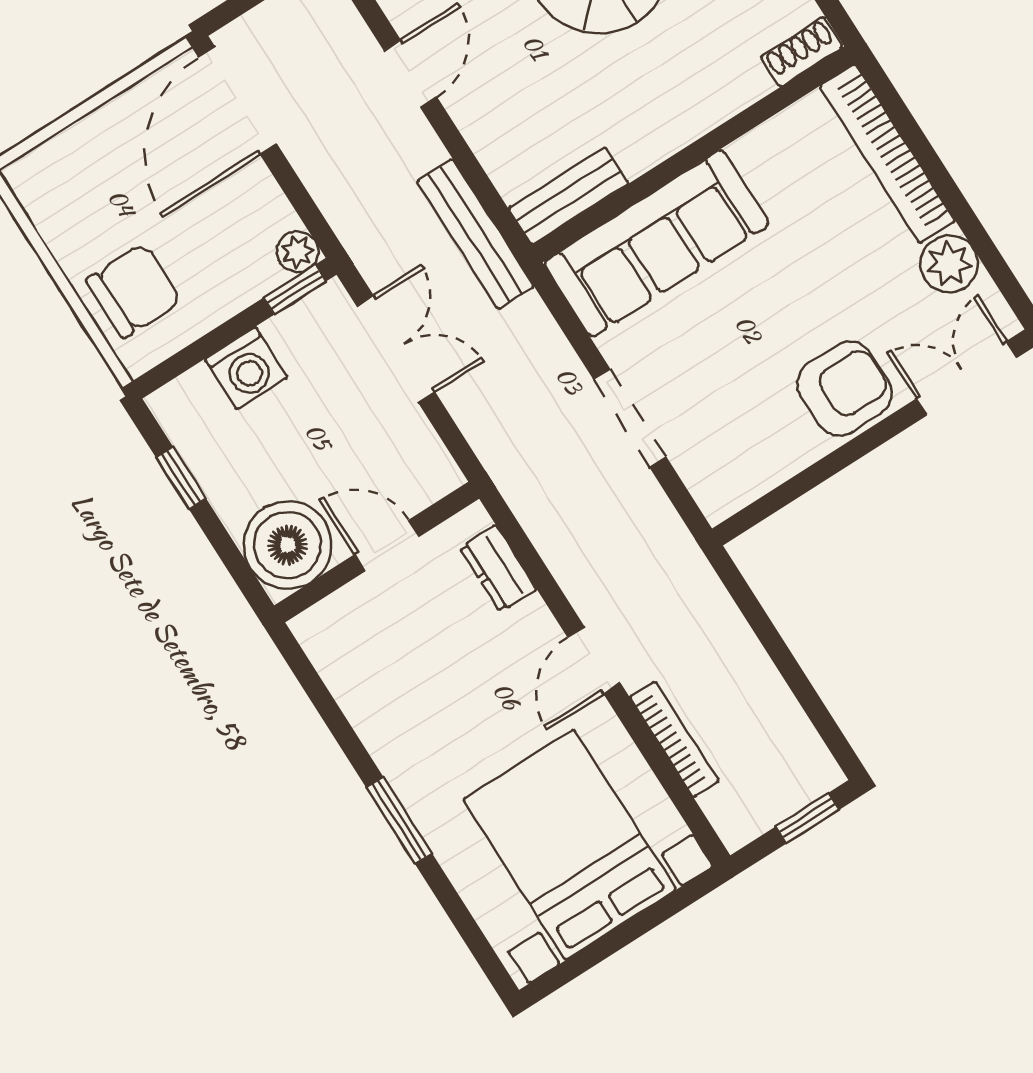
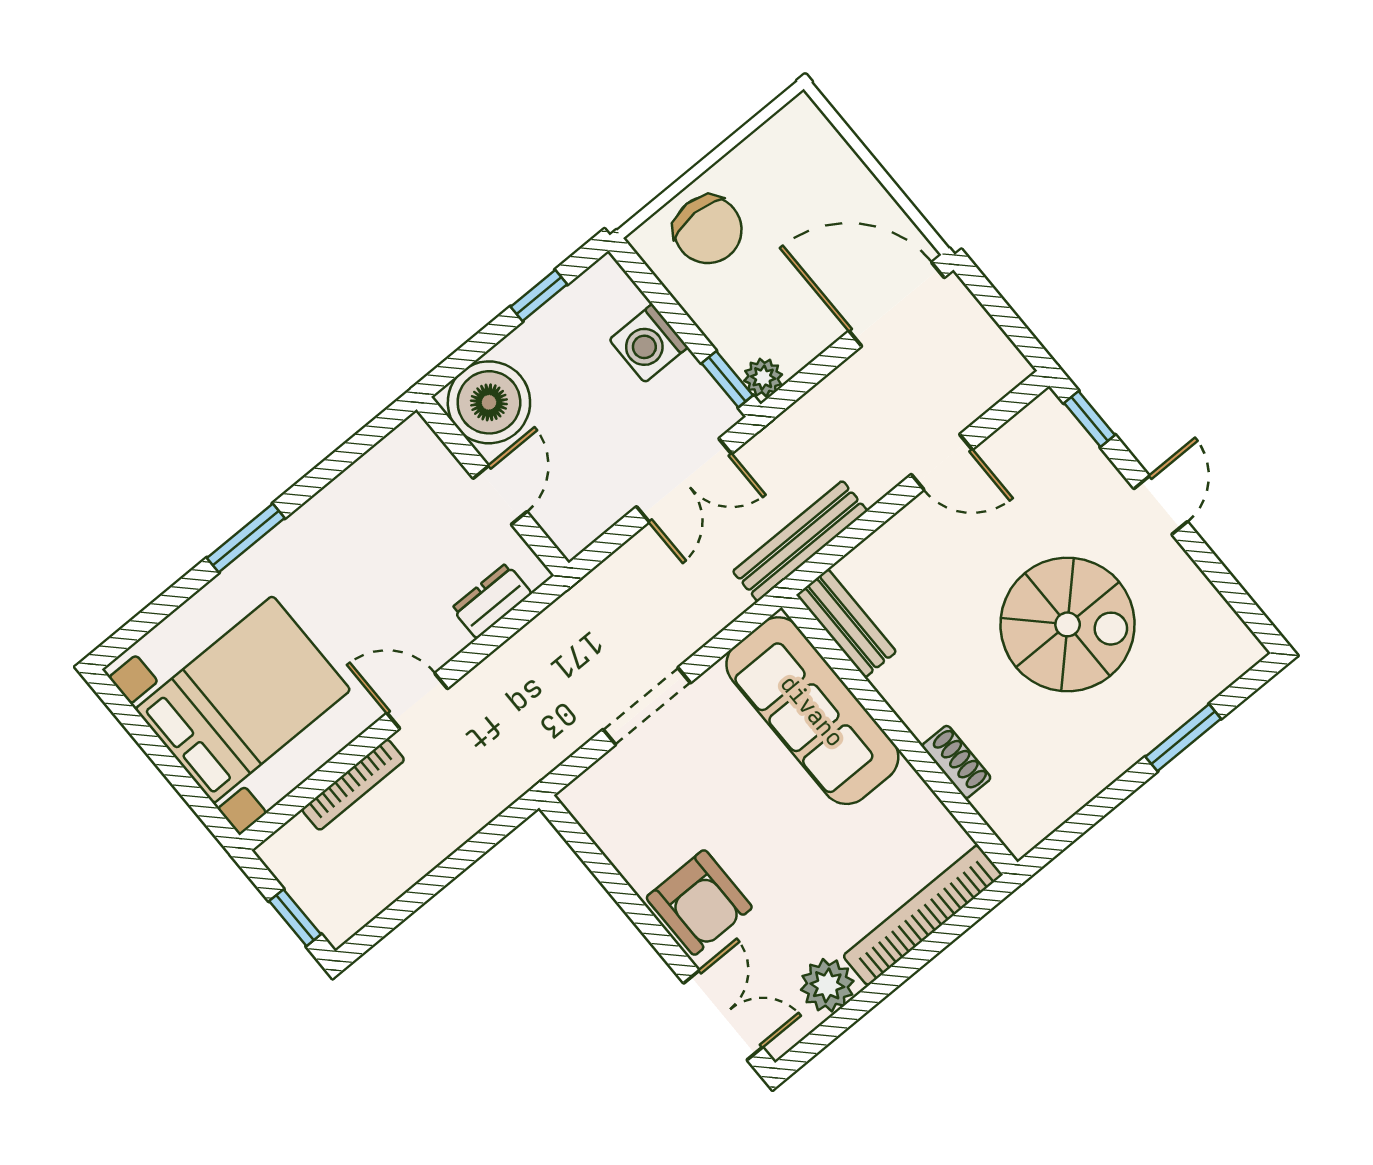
shoe rack: (802, 52) -> (956, 762), moved

